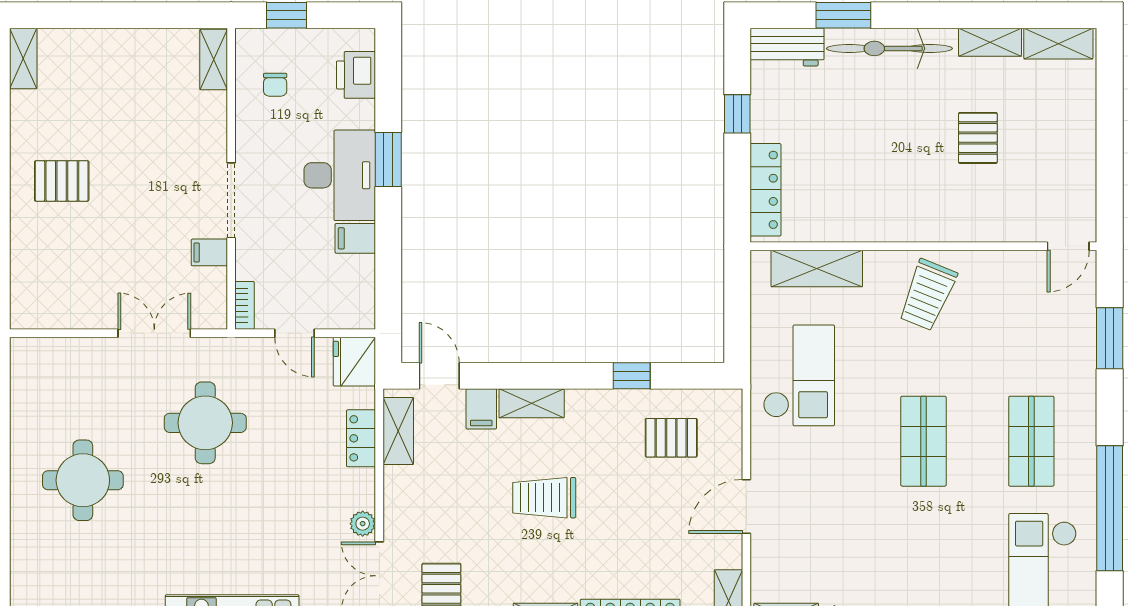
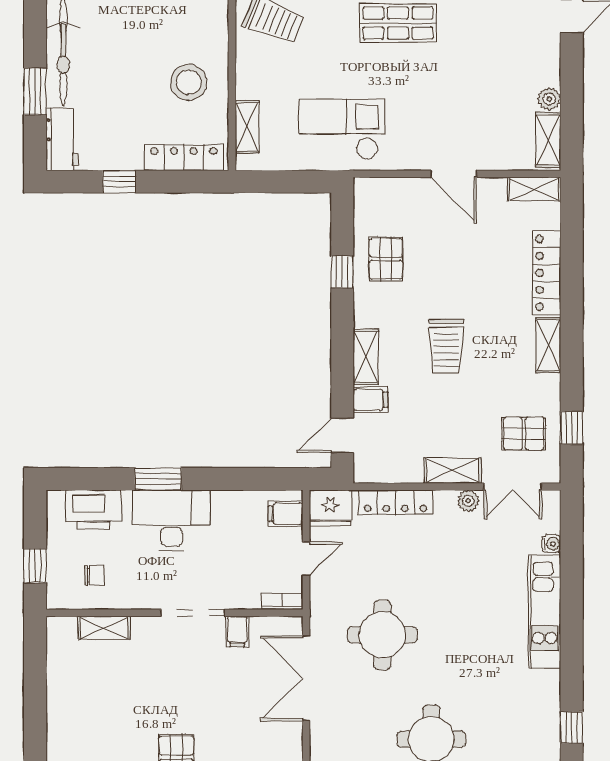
shelving: (214, 60) -> (104, 628), moved
printer: (356, 75) -> (93, 510), width x1.37, depth x1.19
stool: (854, 196) -> (189, 82), added
filing cabinet: (355, 238) -> (286, 514), moved, turned 90
shelving: (817, 268) -> (247, 127), width x0.67, depth x0.75
double door: (154, 333) -> (306, 678), width x1.37
shelving: (398, 431) -> (453, 470), moved
locker: (361, 438) -> (396, 502), width x1.53
pallet: (671, 438) -> (386, 259), moved

